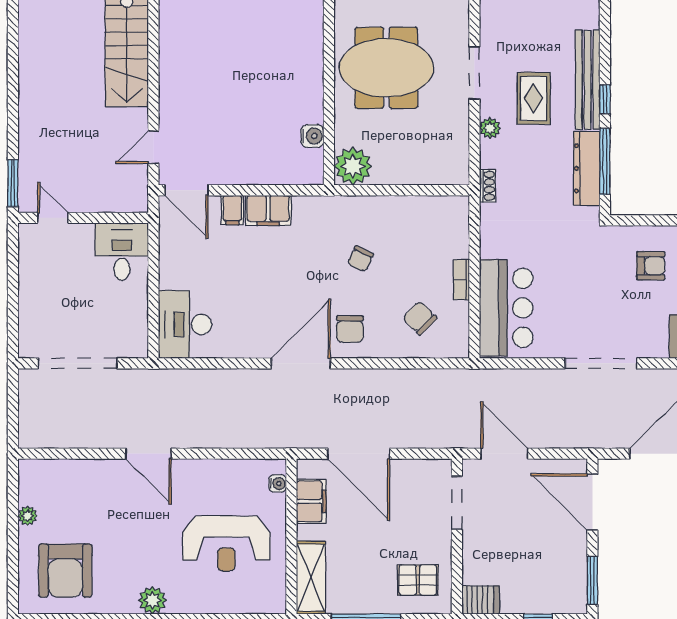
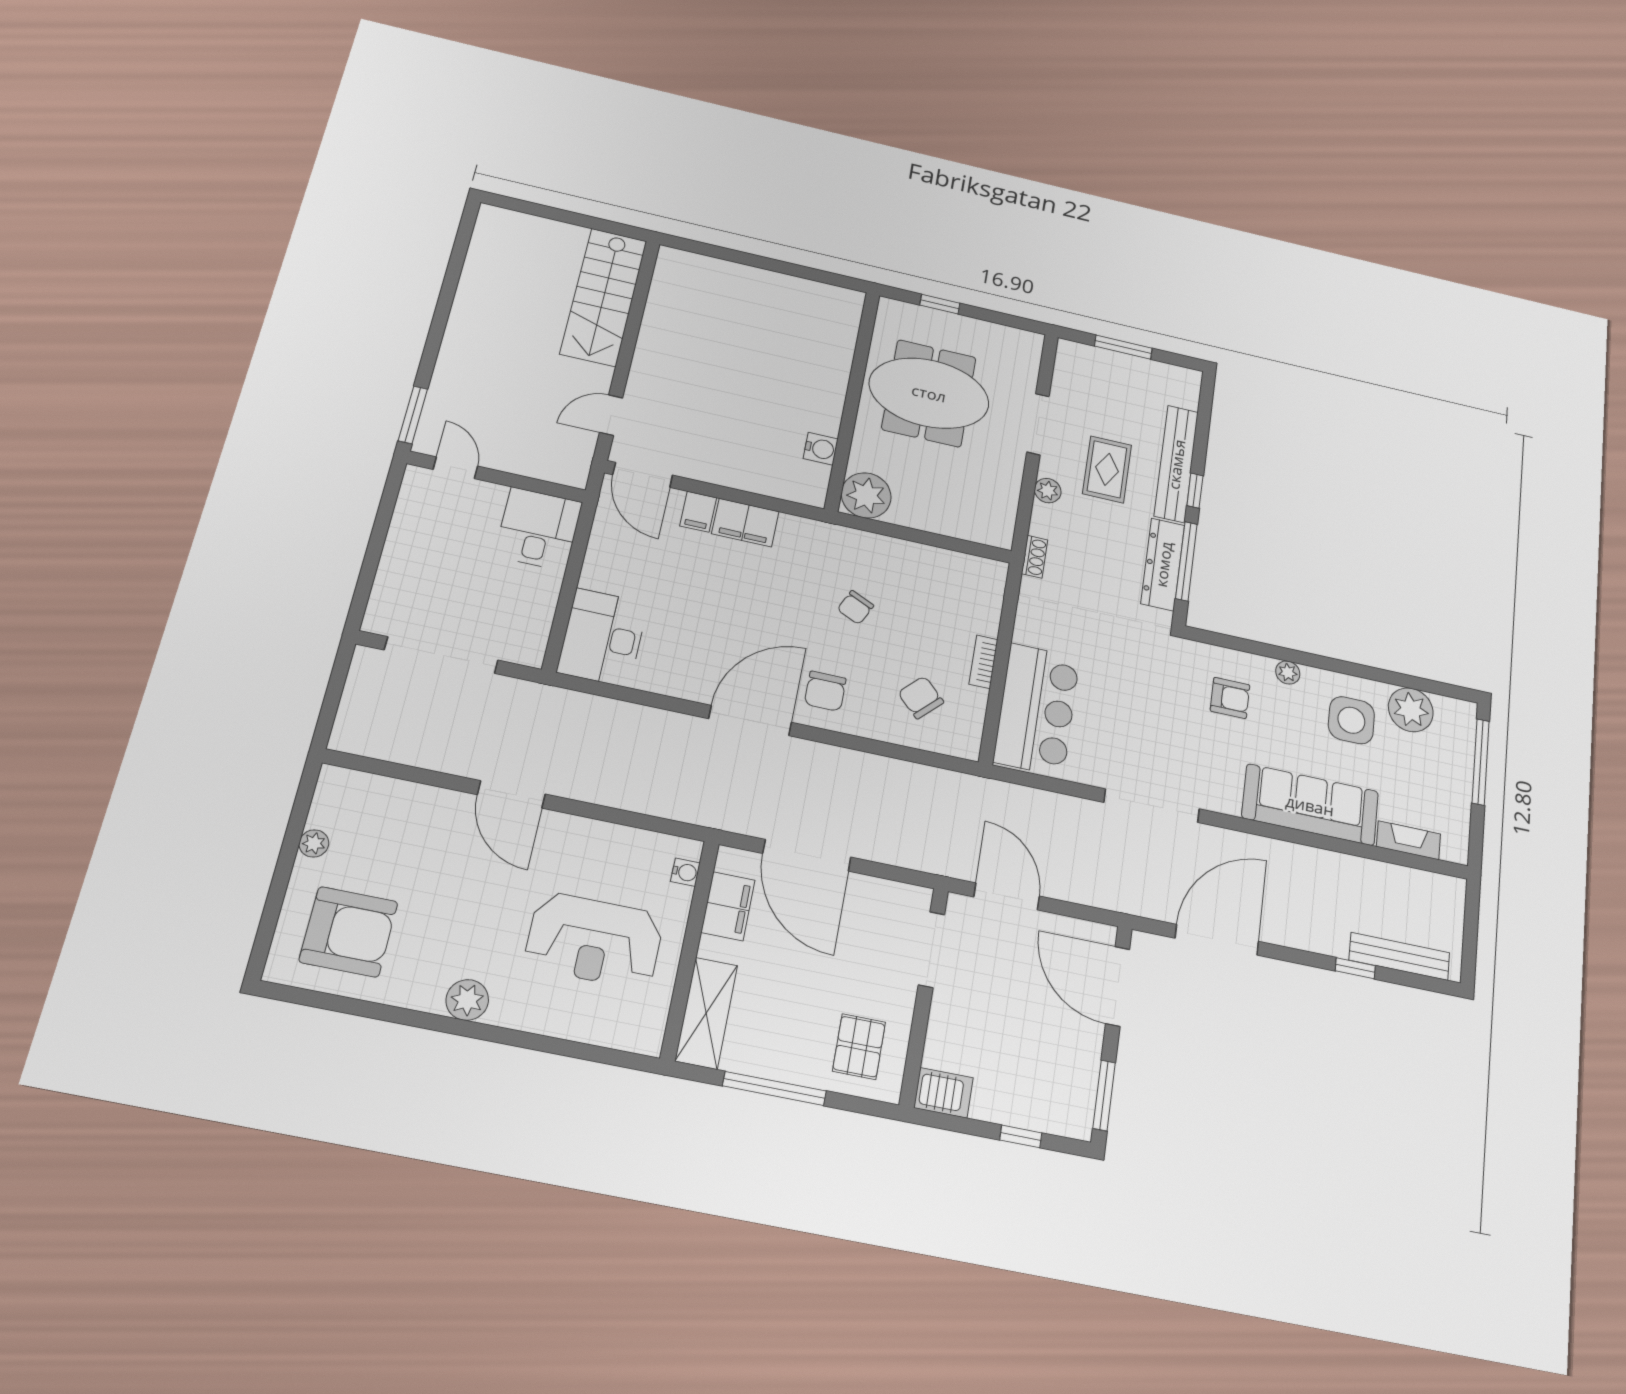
armchair: (65, 571) -> (349, 932), turned -90
pallet: (418, 580) -> (859, 1047), turned 90

